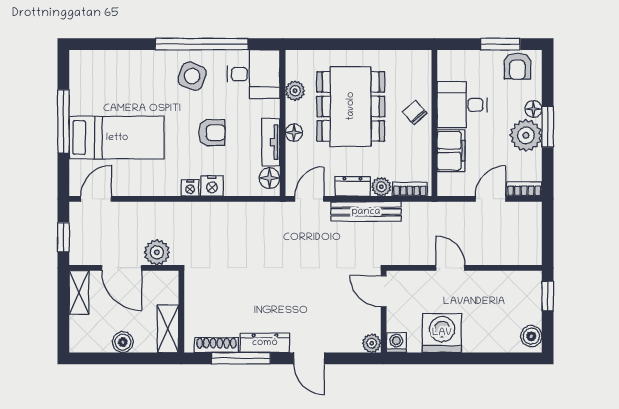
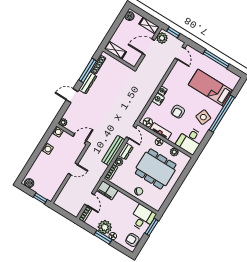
window: (202, 44) -> (222, 114), moved
window: (500, 44) -> (152, 227), moved
desk: (462, 105) -> (142, 218), moved
bed: (117, 138) -> (211, 88), moved, turned 90
filing cabinet: (451, 151) -> (107, 190), moved
plant: (157, 252) -> (162, 38), moved
washing machine: (442, 333) -> (47, 149), width x0.53, depth x0.53
boiler: (123, 342) -> (130, 16), moved

